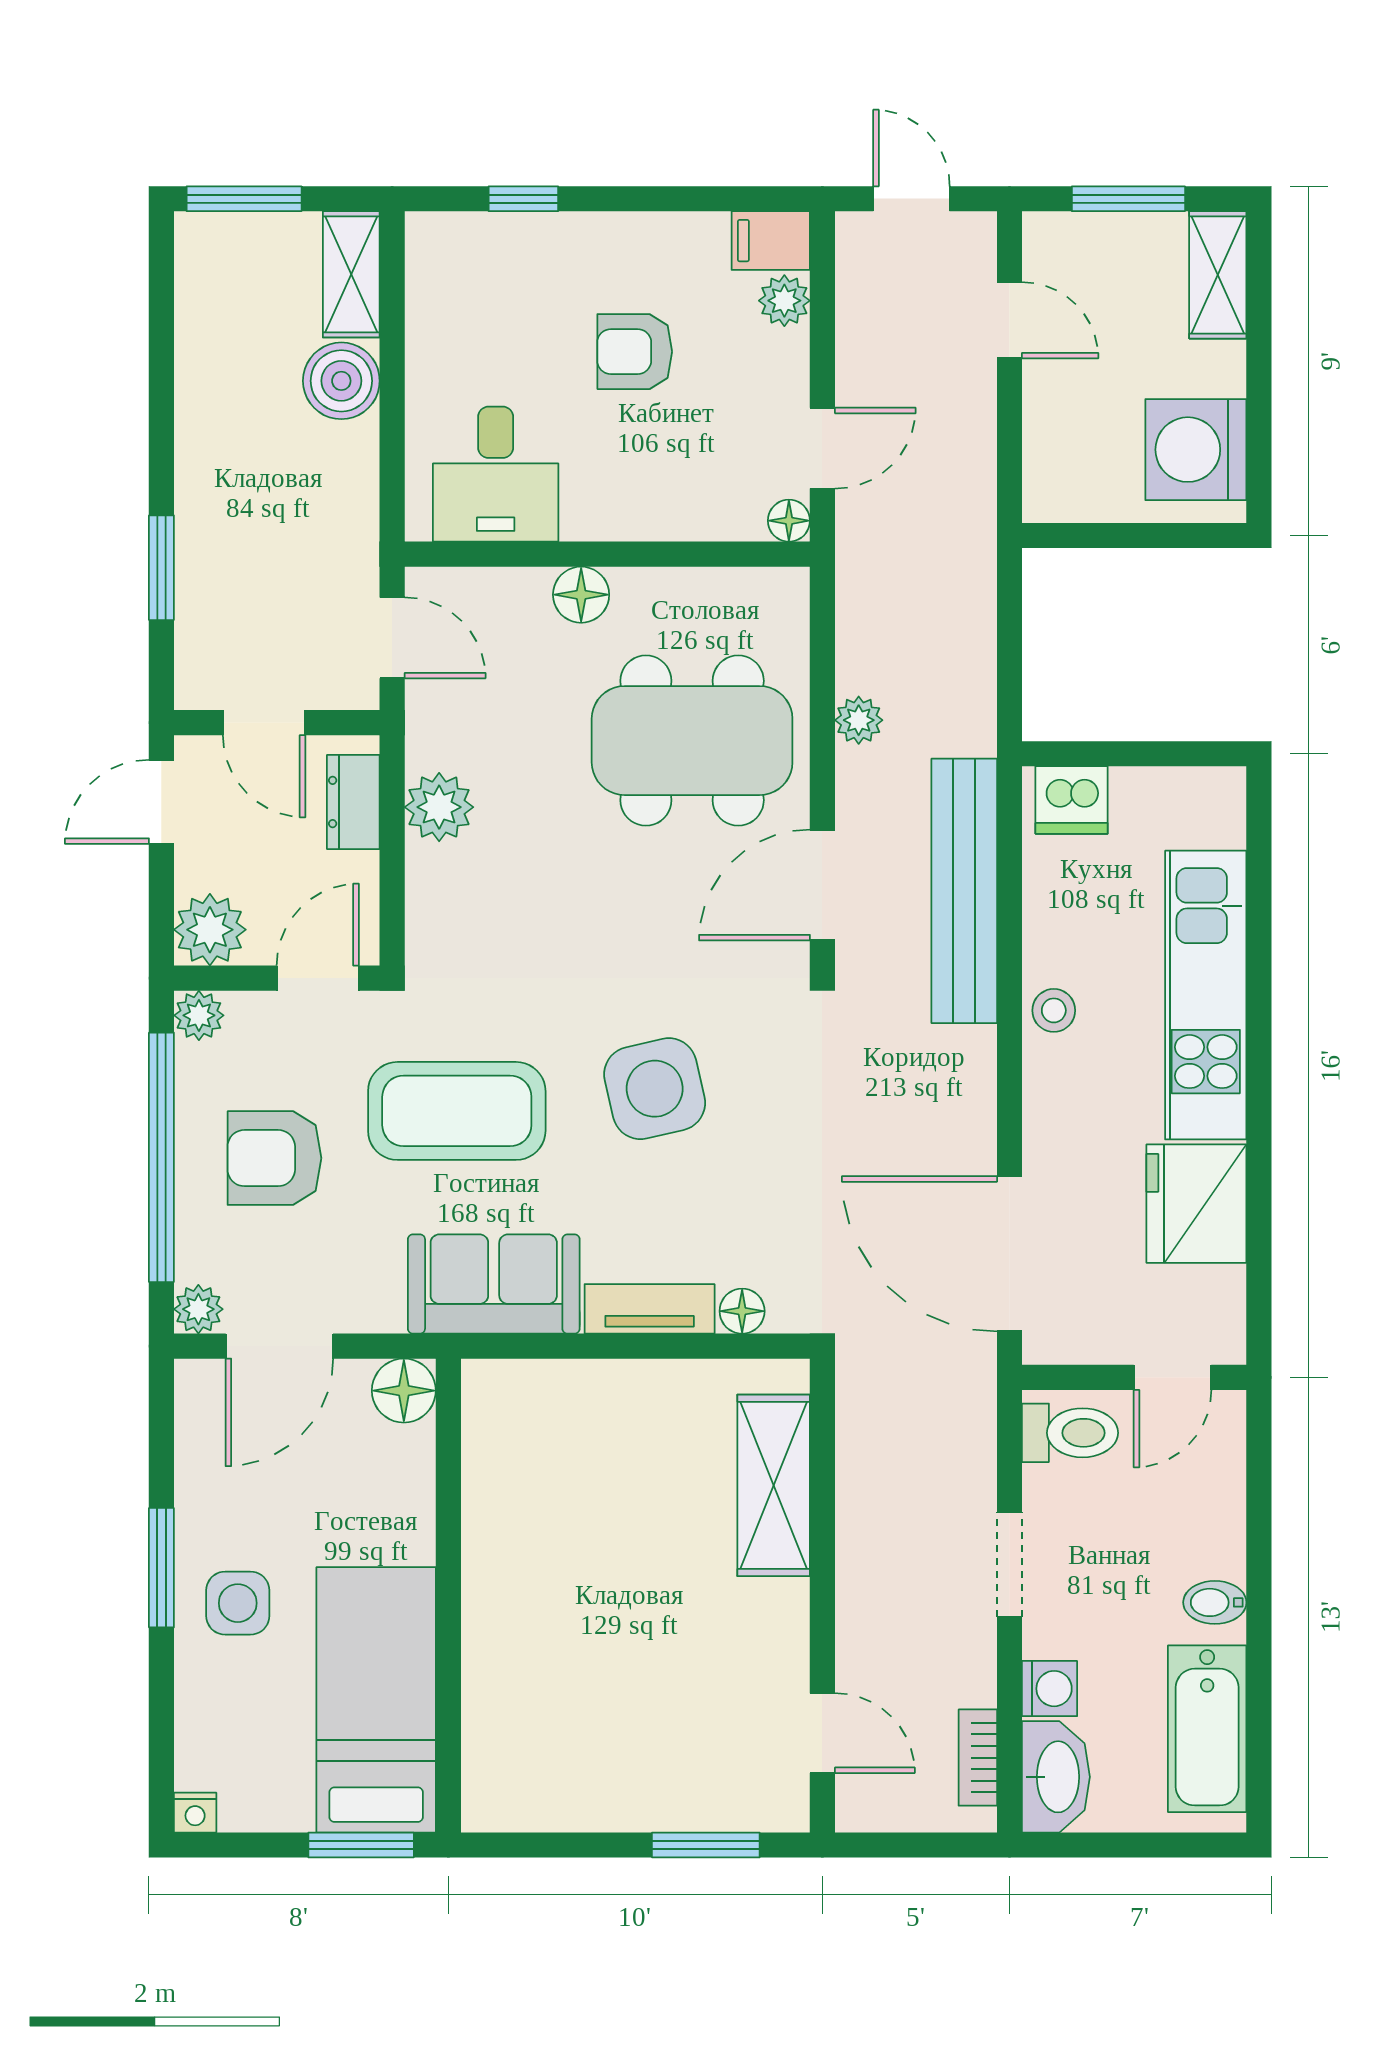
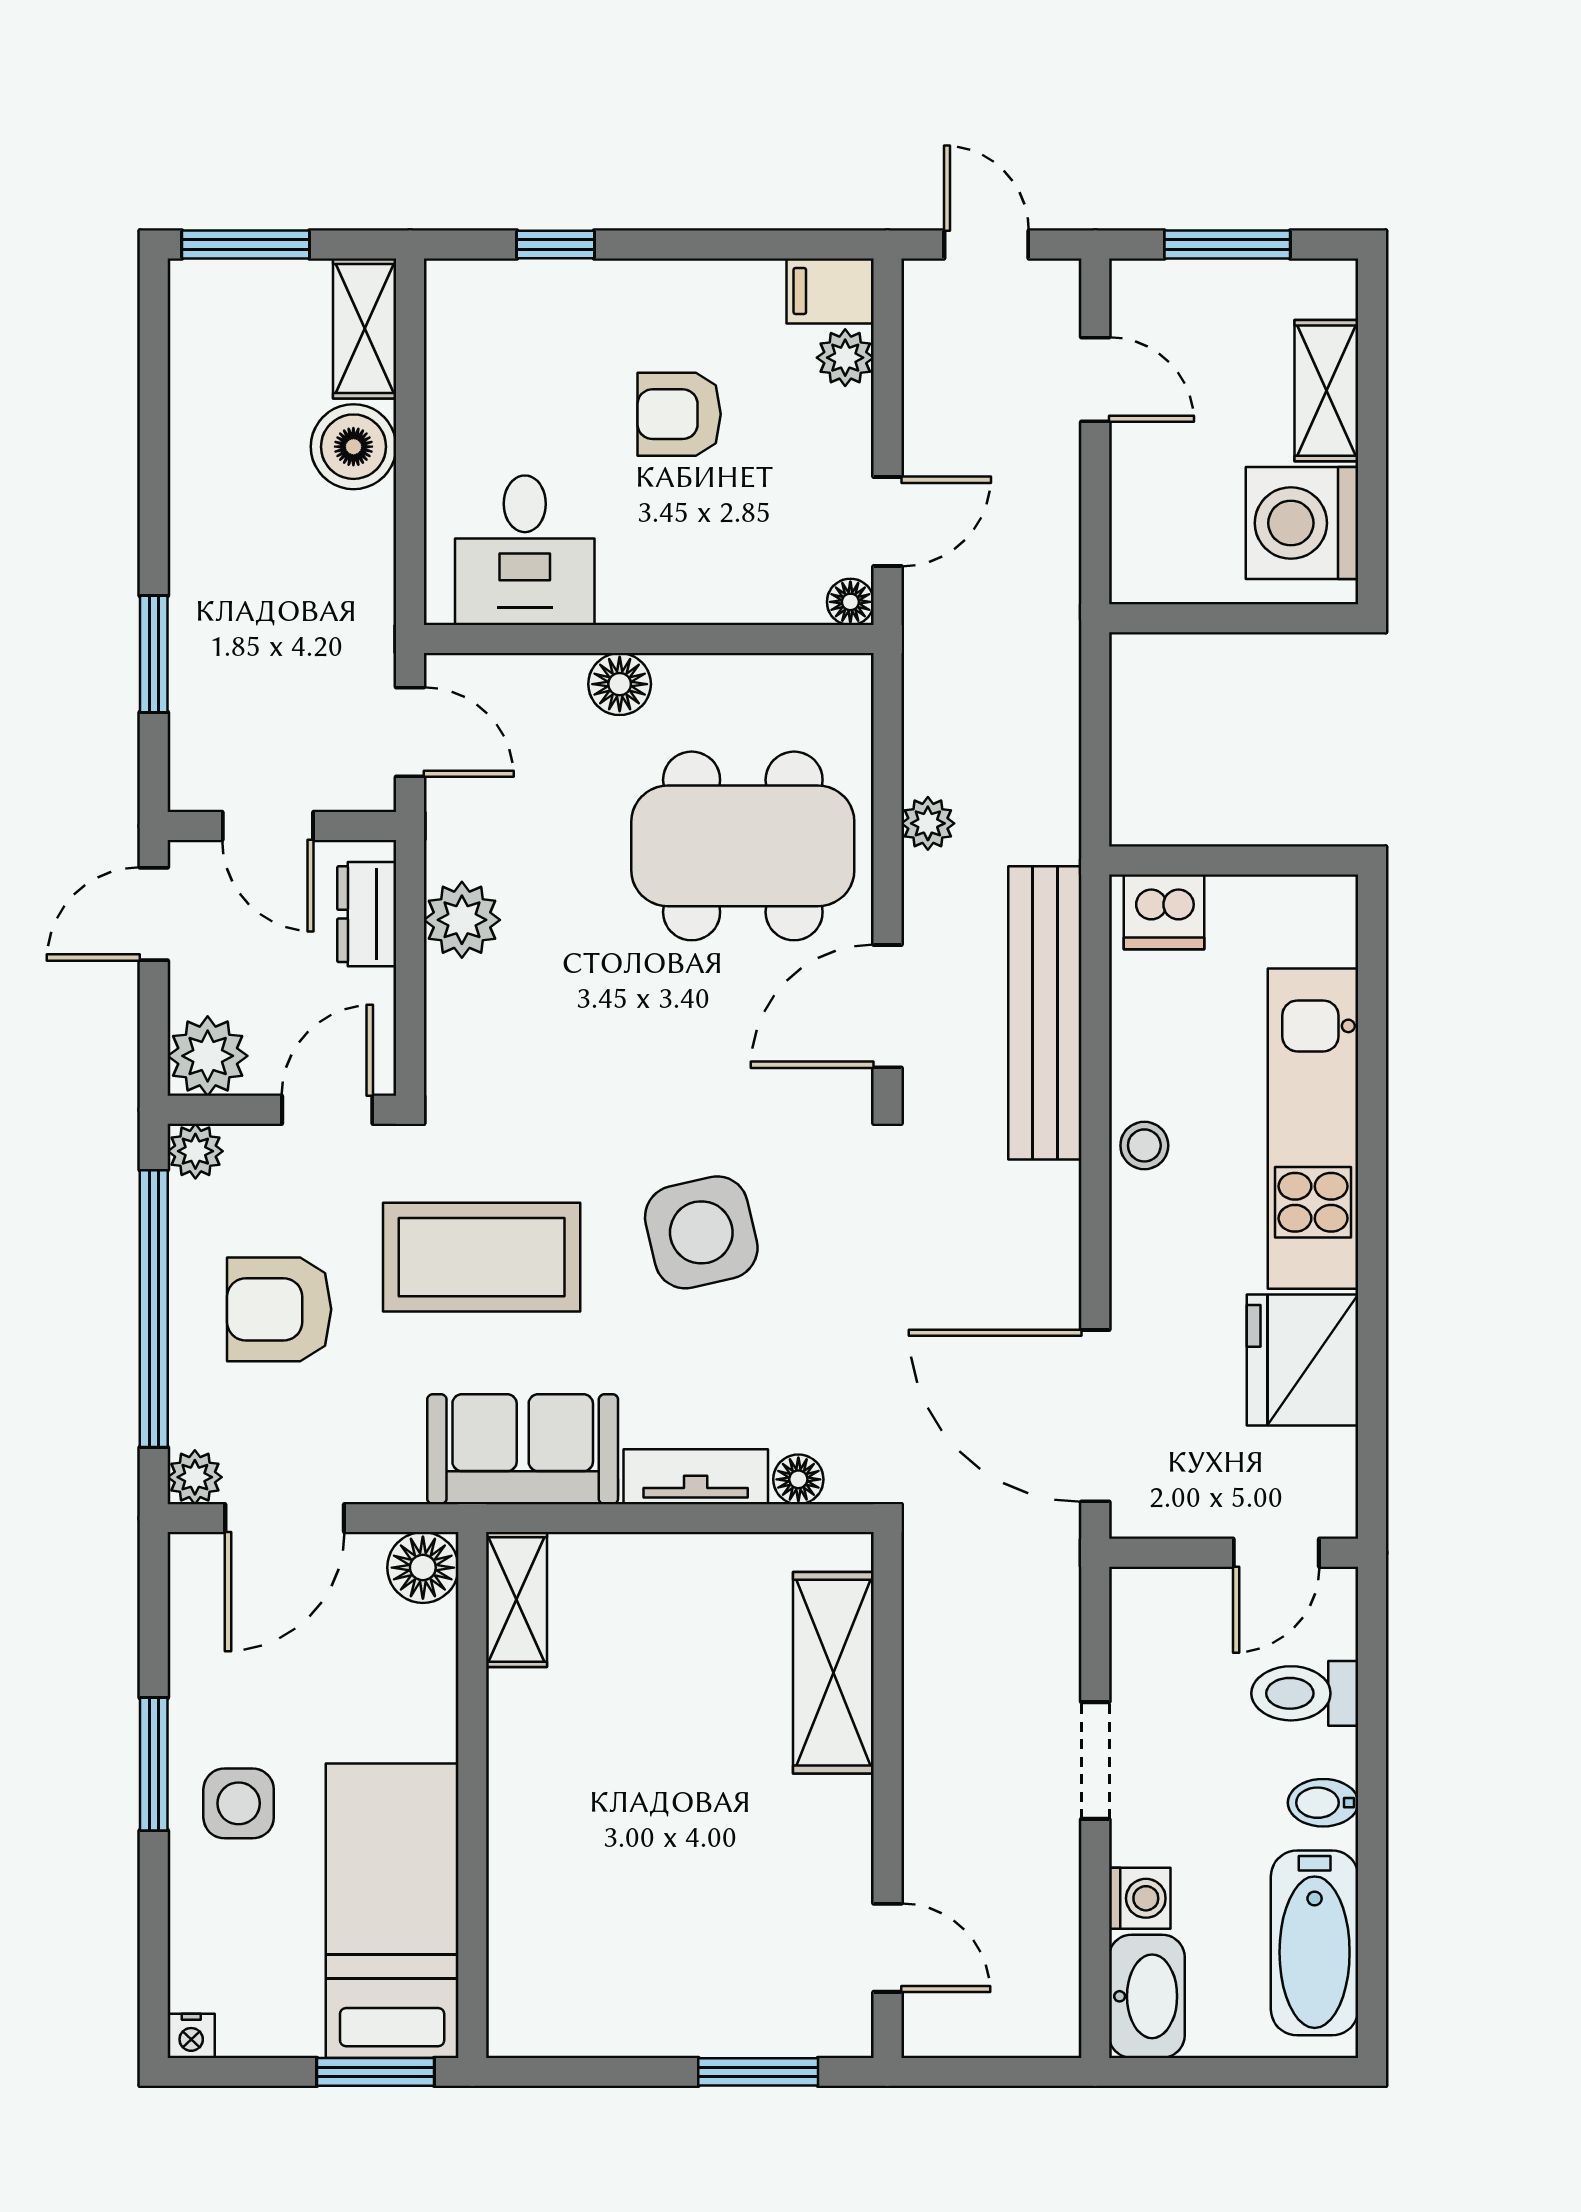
shelving: (1218, 275) -> (1326, 391), moved
shelving: (488, 1419) -> (516, 1600), added
toilet: (1070, 1433) -> (1305, 1693), moved, turned 180
bookcase: (978, 1758) -> (1060, 1975), removed

